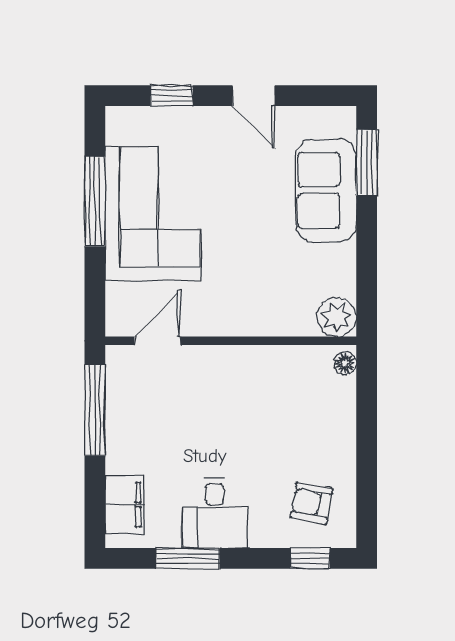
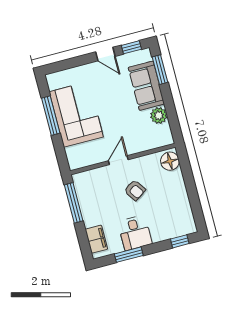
window: (172, 96) -> (131, 47), moved
plant: (337, 317) -> (159, 116), moved
door: (158, 341) -> (118, 160), moved
floor lamp: (345, 363) -> (170, 161), width x1.89, depth x1.89
armchair: (312, 503) -> (135, 190), moved, turned -134

